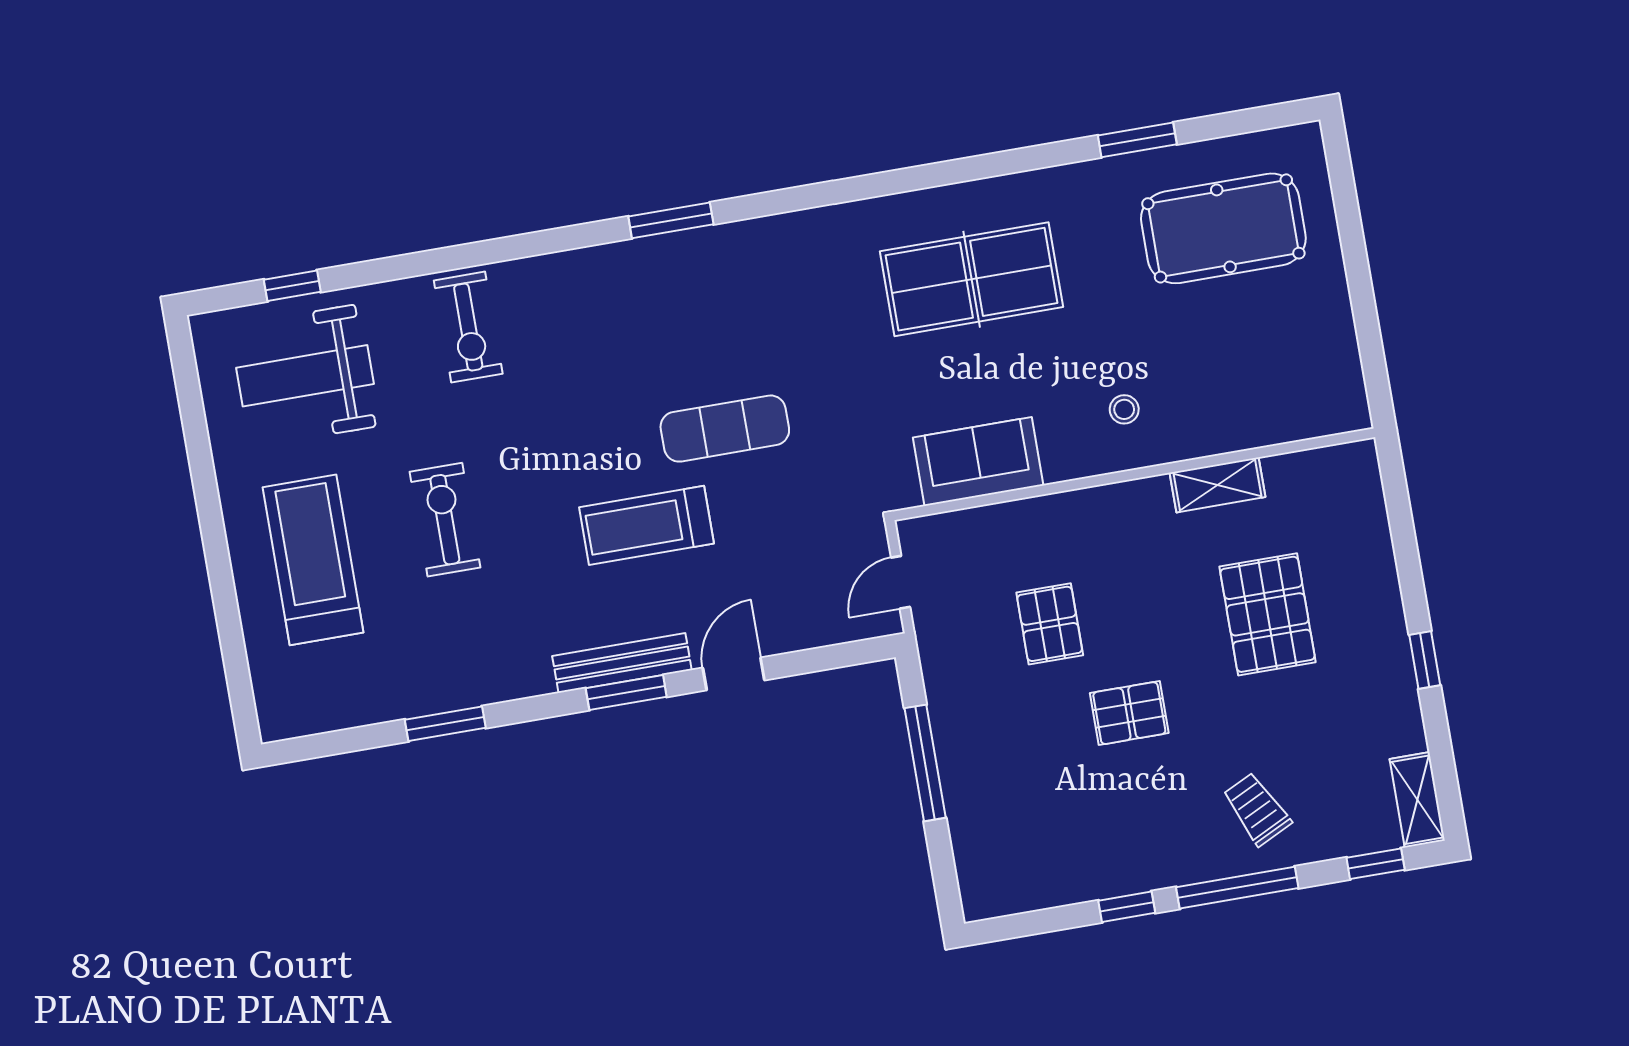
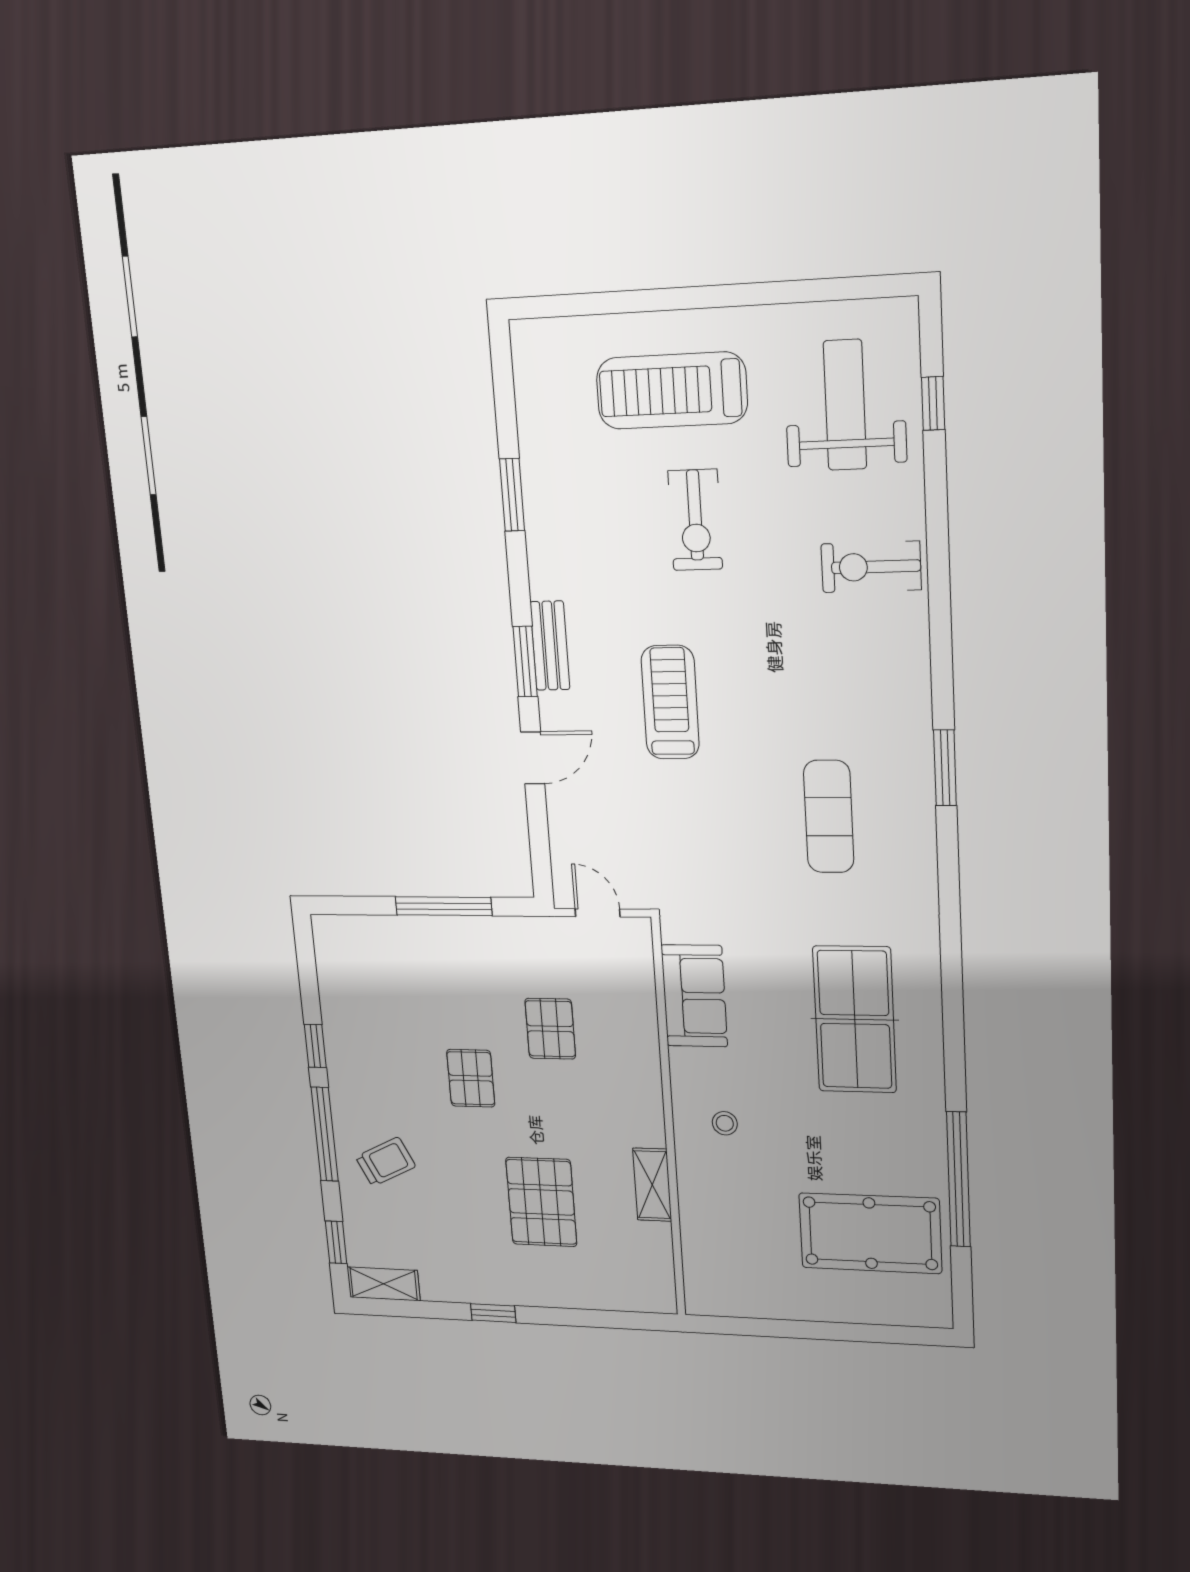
window: (1137, 140) -> (958, 1180), width x2.11
pool table: (1223, 228) -> (870, 1233), turned 90
exercise mat: (725, 429) -> (829, 817), moved
exercise bike: (445, 520) -> (695, 520), turned 90
treadmill: (313, 560) -> (672, 391), turned 180
pallet: (1268, 614) -> (541, 1202), turned 90
pallet: (1050, 624) -> (550, 1029), turned 90
bench: (622, 663) -> (550, 646), width x0.73
door: (734, 674) -> (533, 758), hinge flipped

